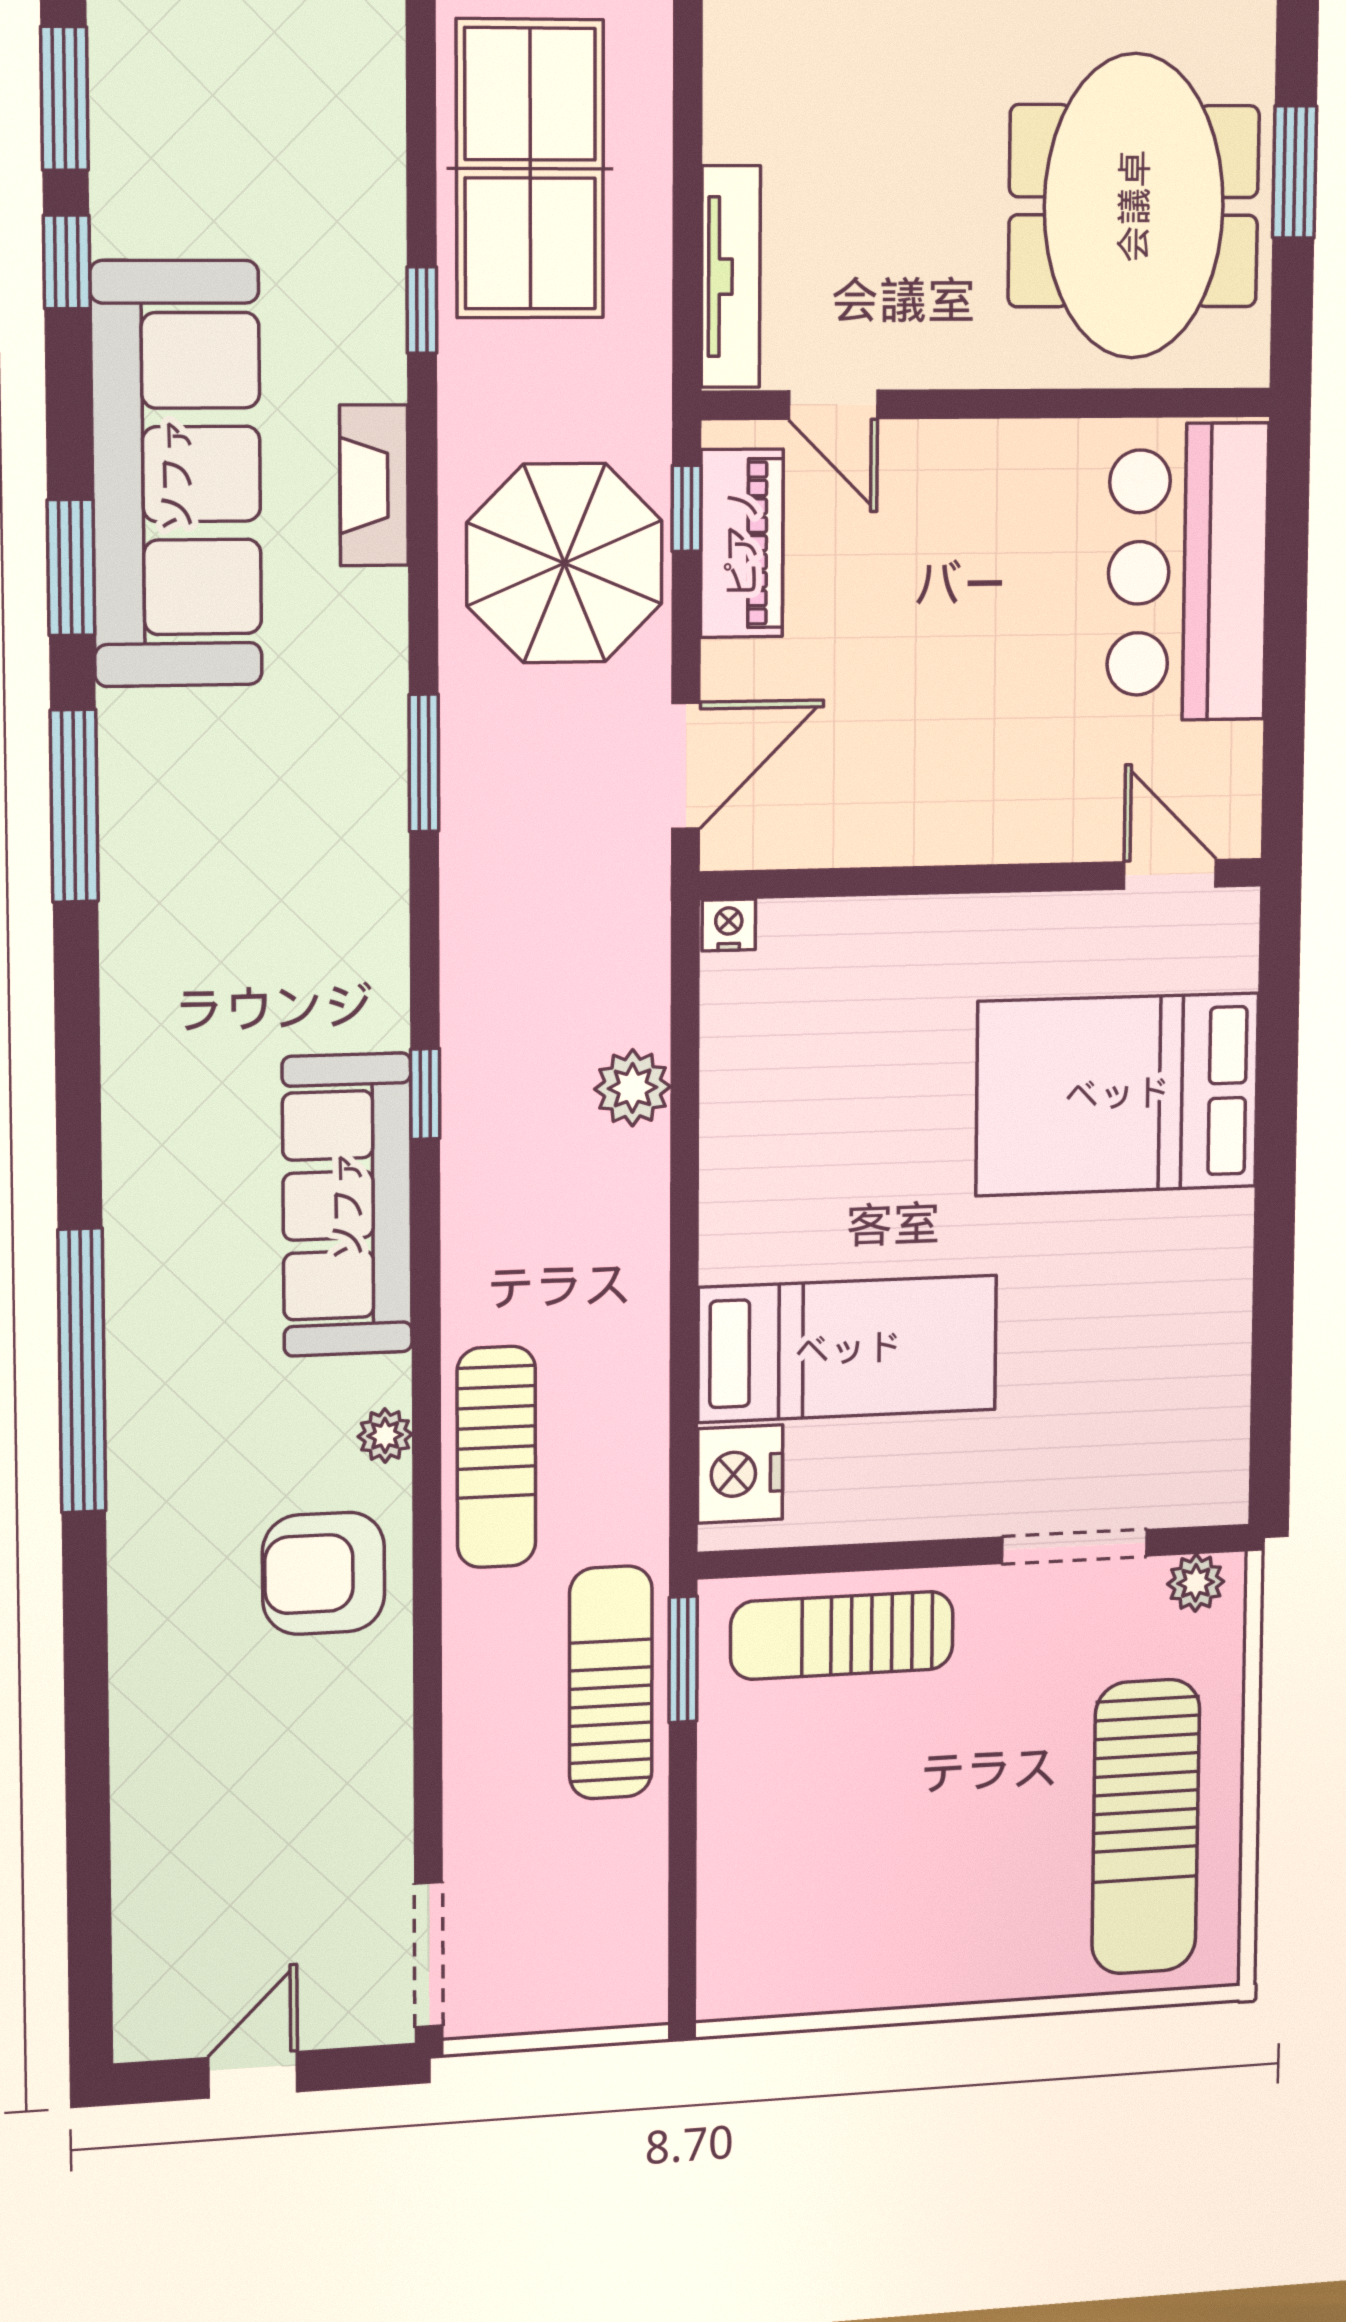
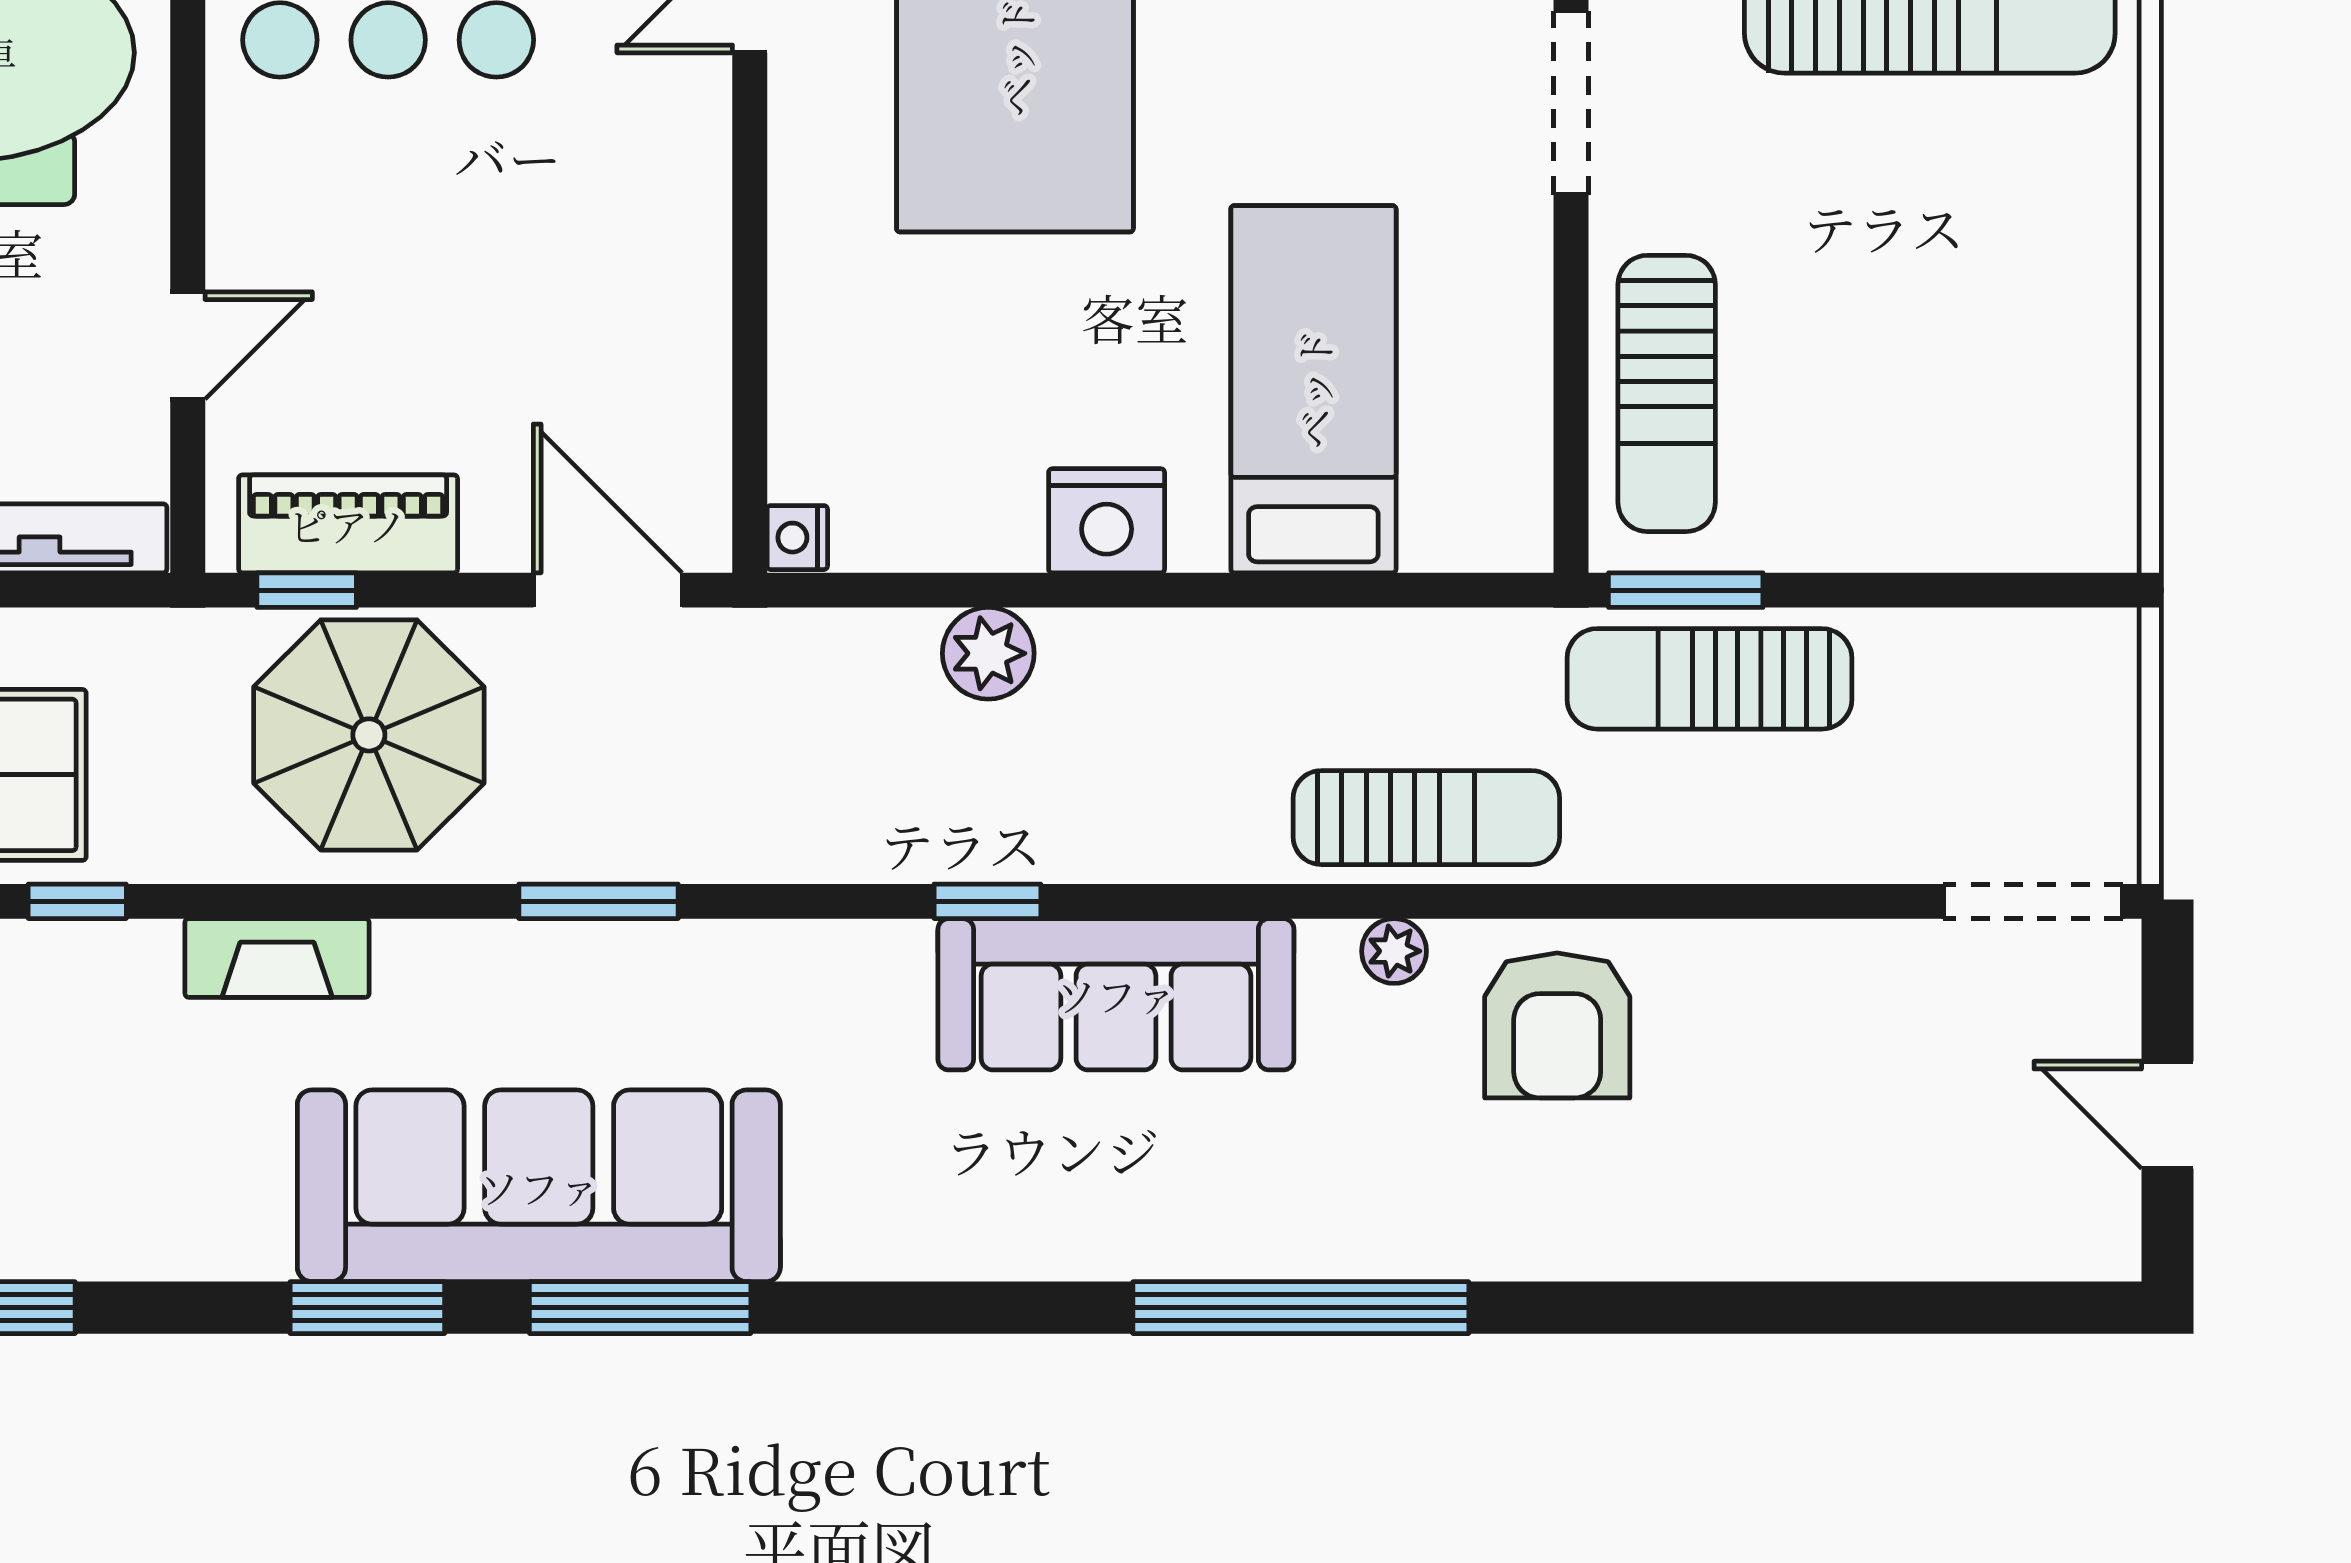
door: (833, 405) -> (188, 345), moved
sofa: (176, 474) -> (539, 1186), moved
nightstand: (740, 1474) -> (1107, 521), moved

